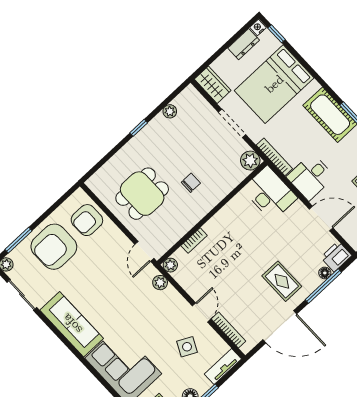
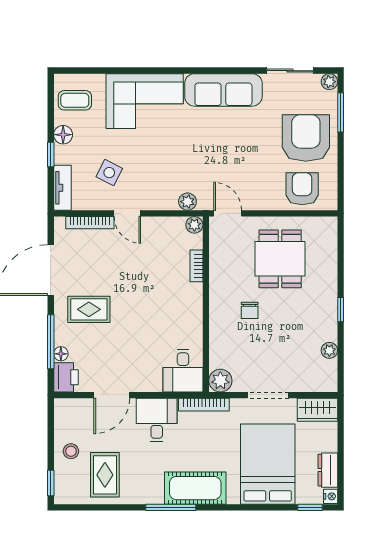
desk: (270, 193) -> (183, 371), width x0.73

